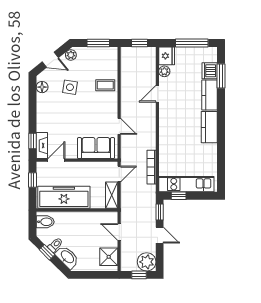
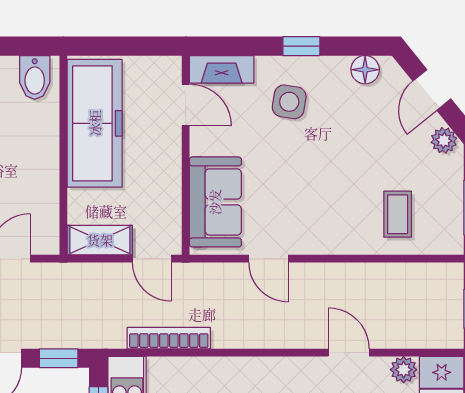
coffee table: (105, 85) -> (398, 214), moved
side table: (70, 87) -> (289, 102), moved
door: (119, 126) -> (269, 259), hinge flipped
window: (32, 141) -> (301, 46), moved
window: (32, 180) -> (137, 46), removed

